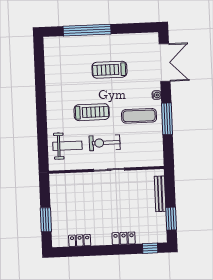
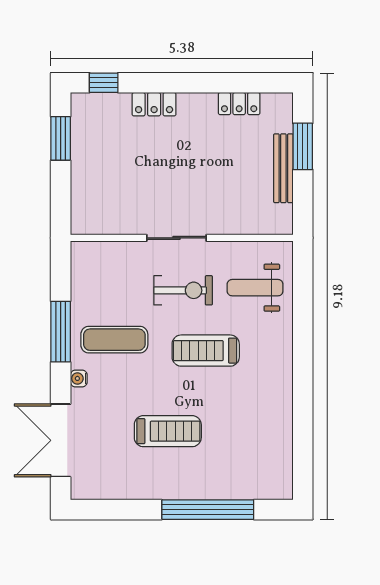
bench: (160, 194) -> (283, 168), moved

